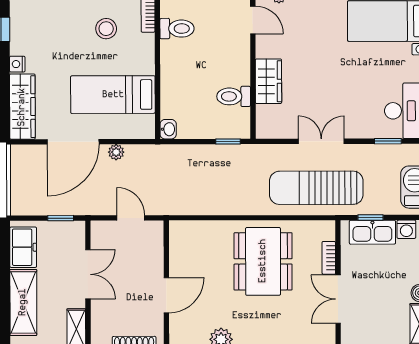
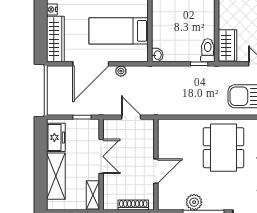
wardrobe: (268, 81) -> (228, 45), moved
toilet: (234, 96) -> (208, 50), moved, turned 90

